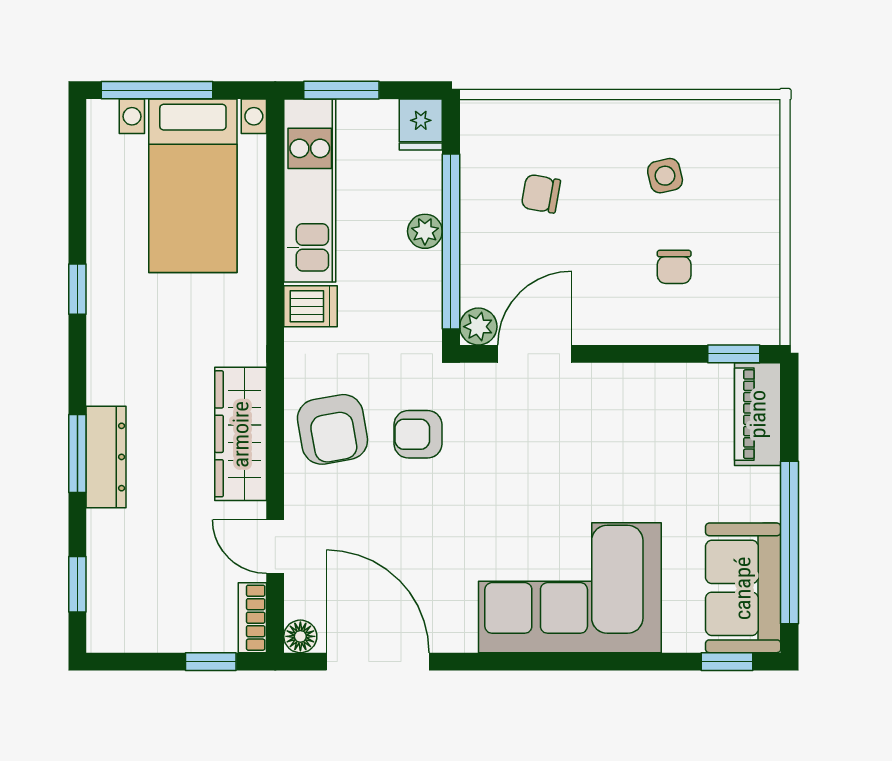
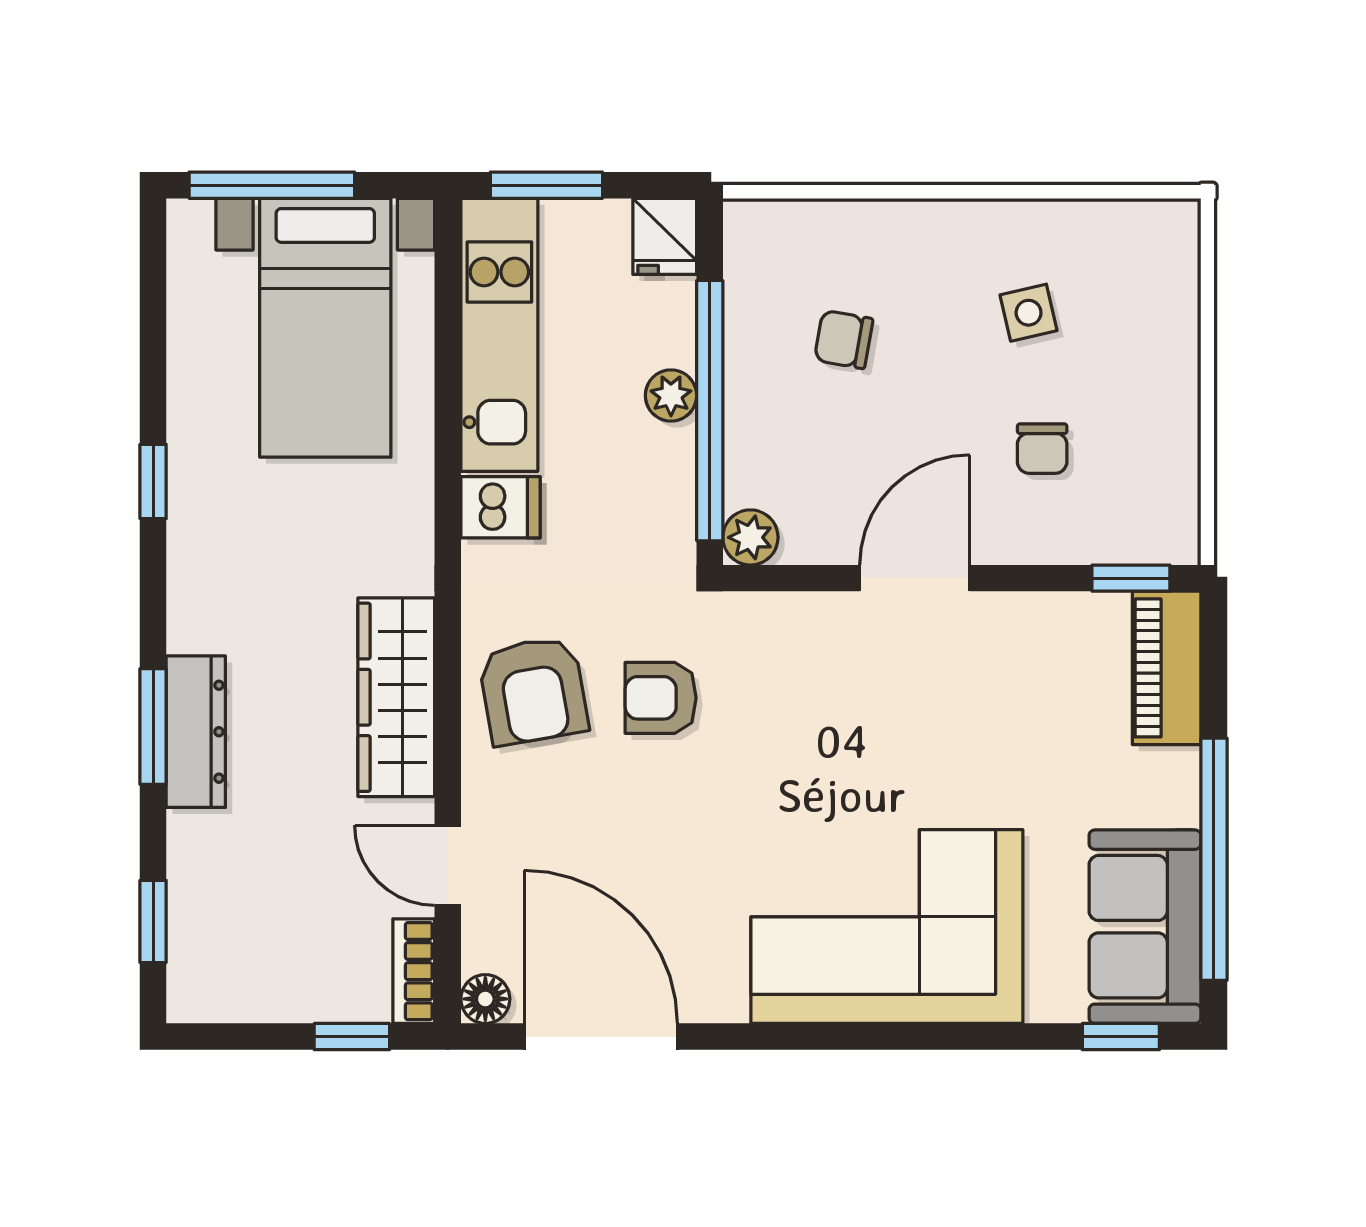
door: (535, 354) -> (915, 578), moved

